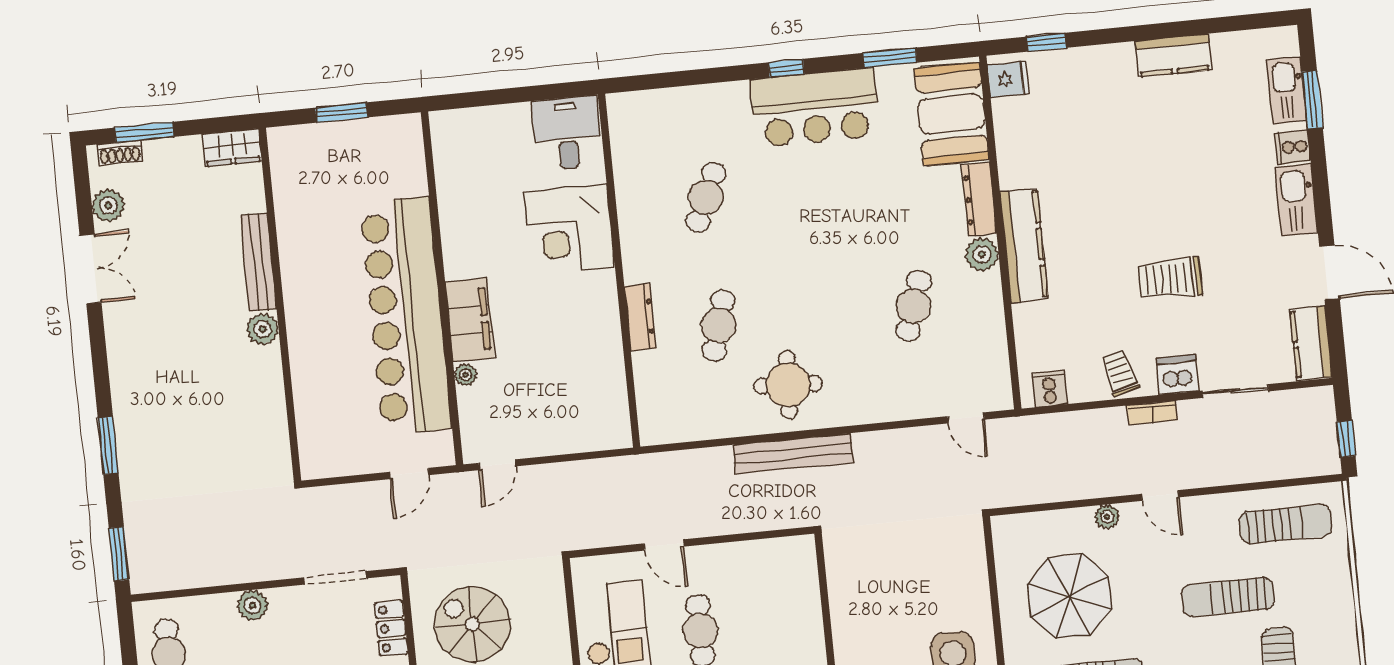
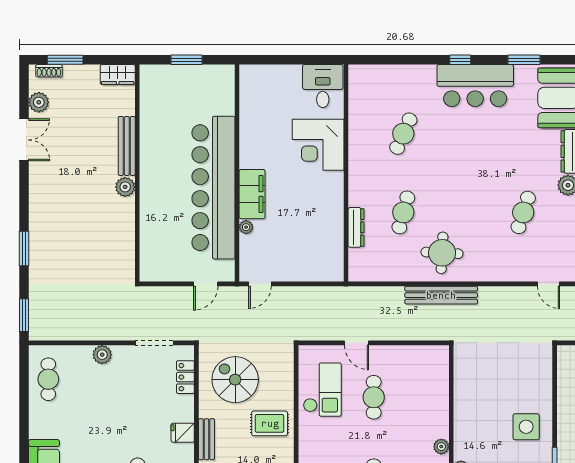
dresser: (640, 317) -> (356, 227), moved

